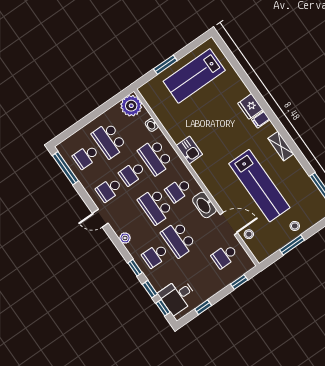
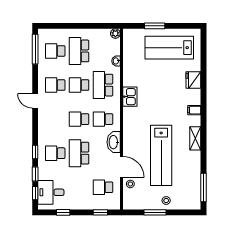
plant: (131, 106) -> (115, 34), width x0.53, depth x0.53
fridge: (250, 106) -> (193, 80), moved
school desk: (155, 206) -> (79, 119), width x0.54
plant: (125, 238) -> (43, 126), removed

